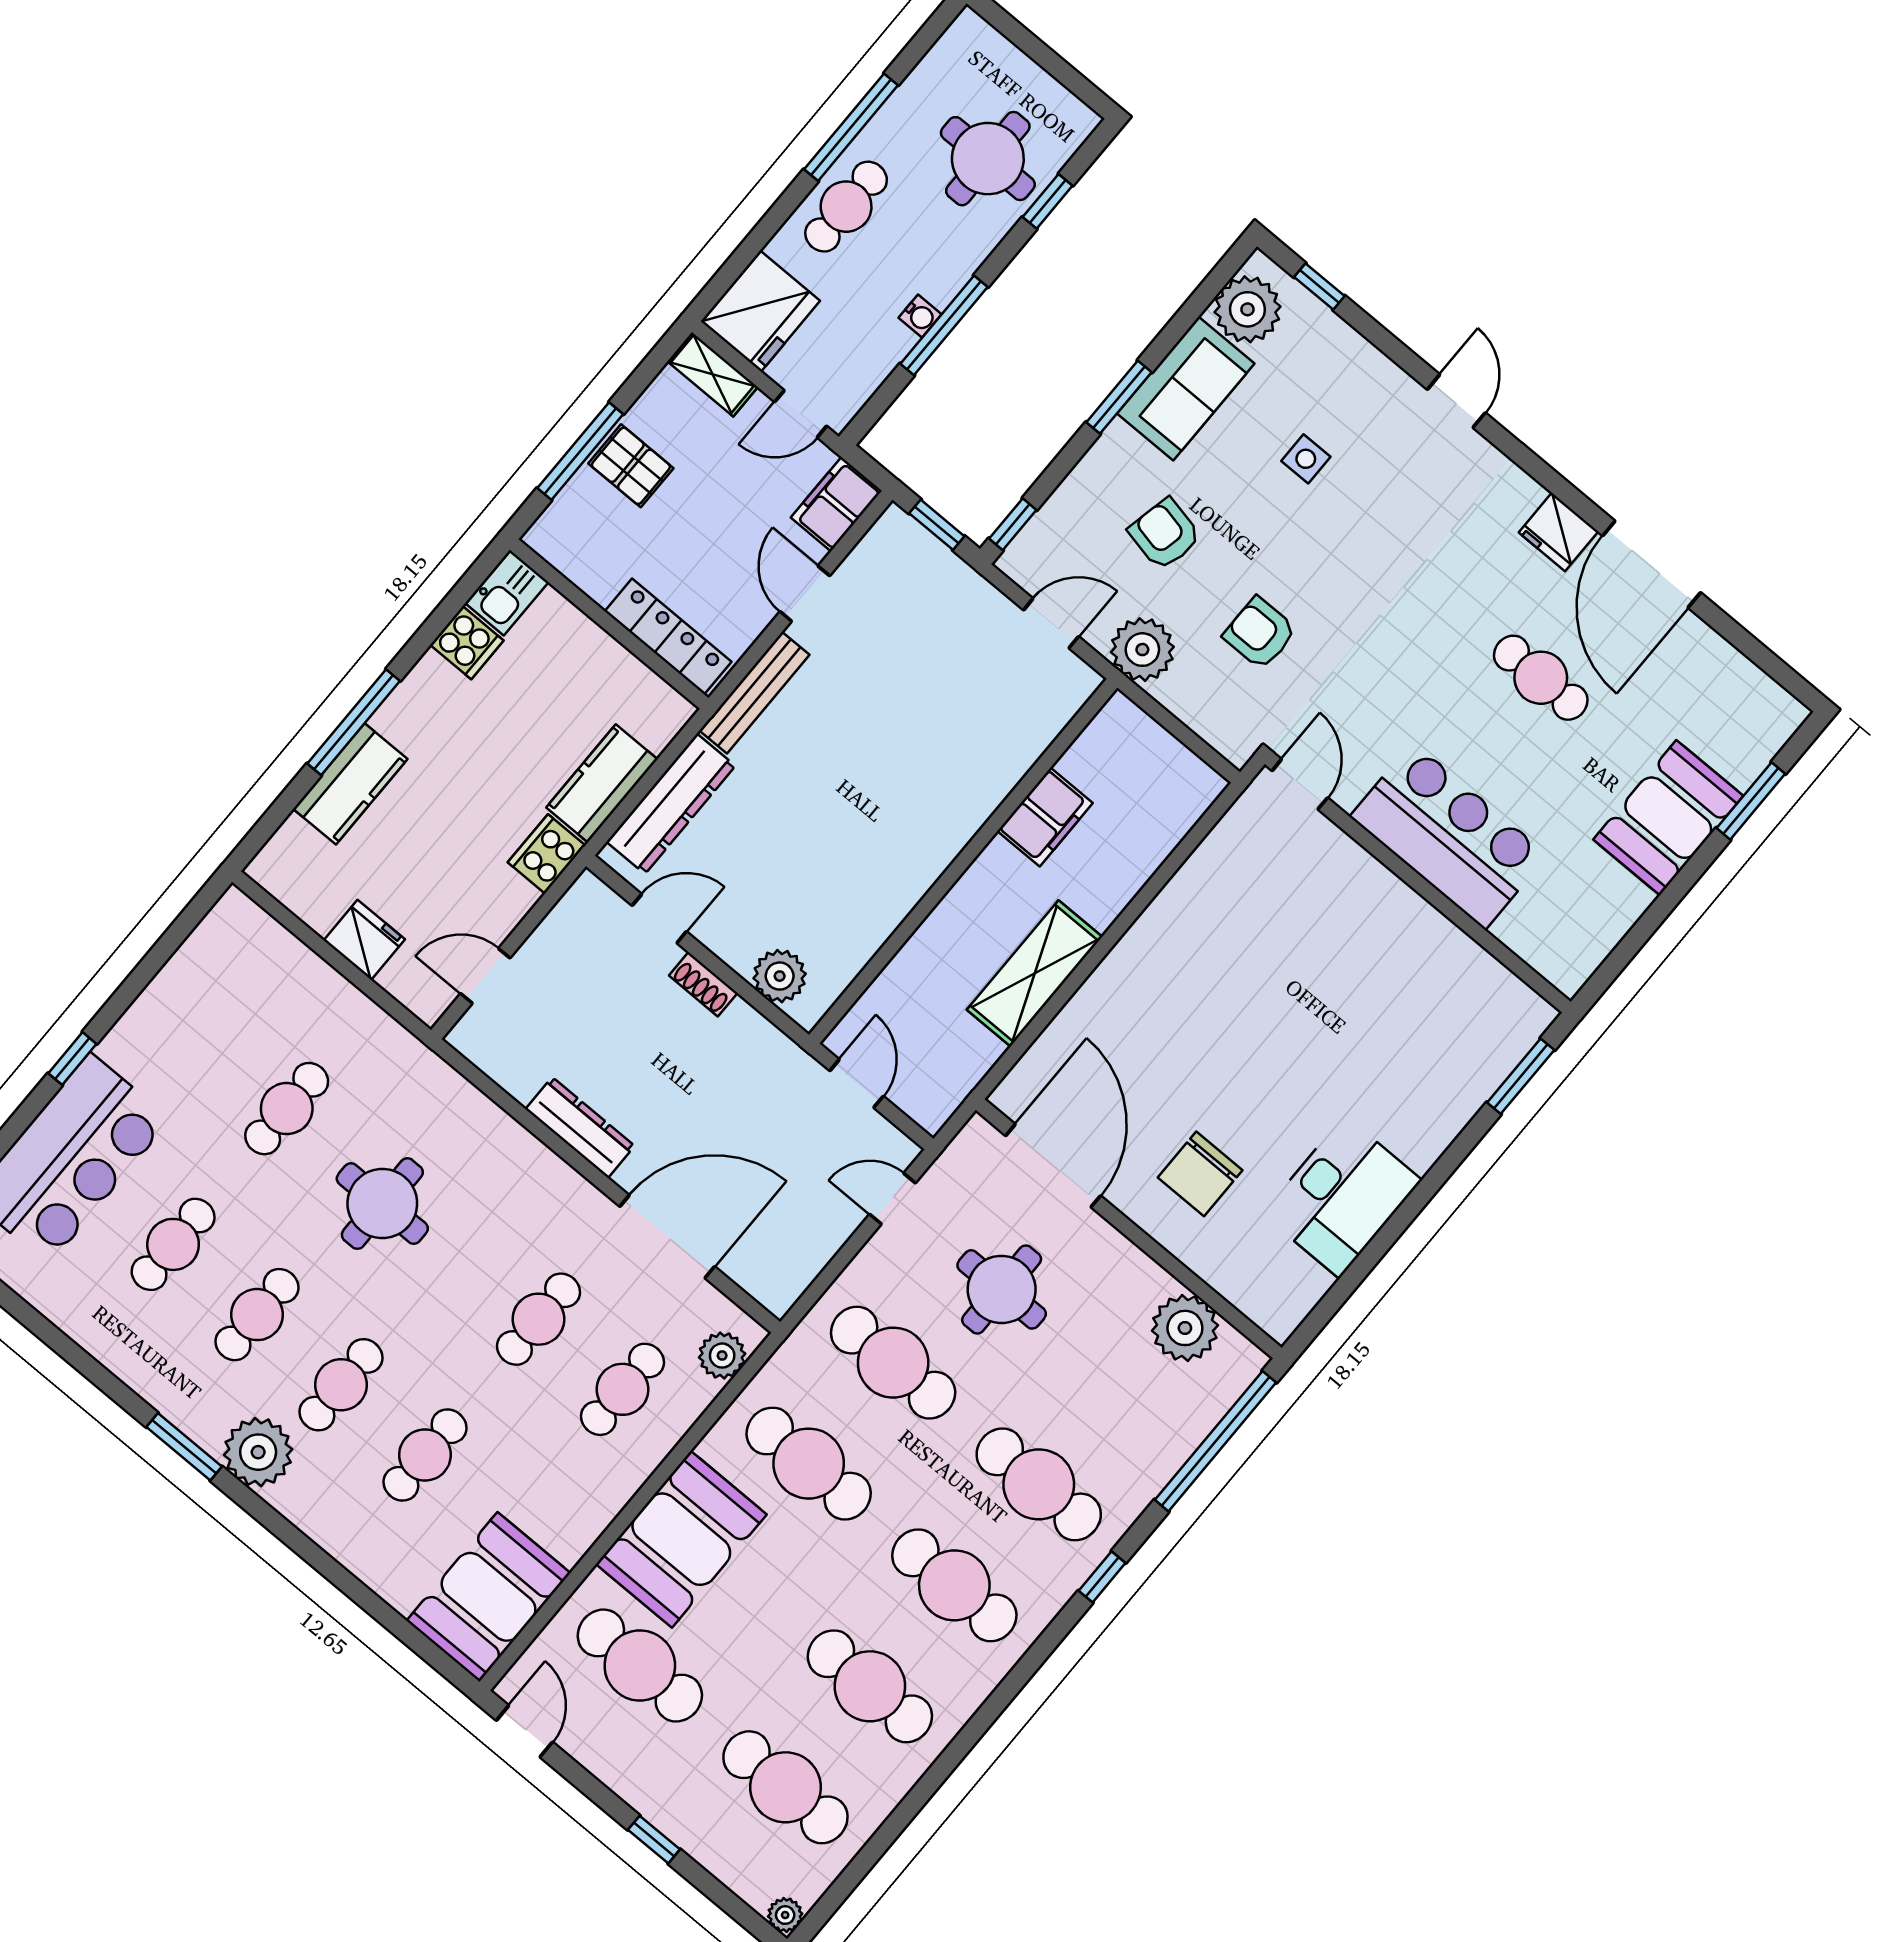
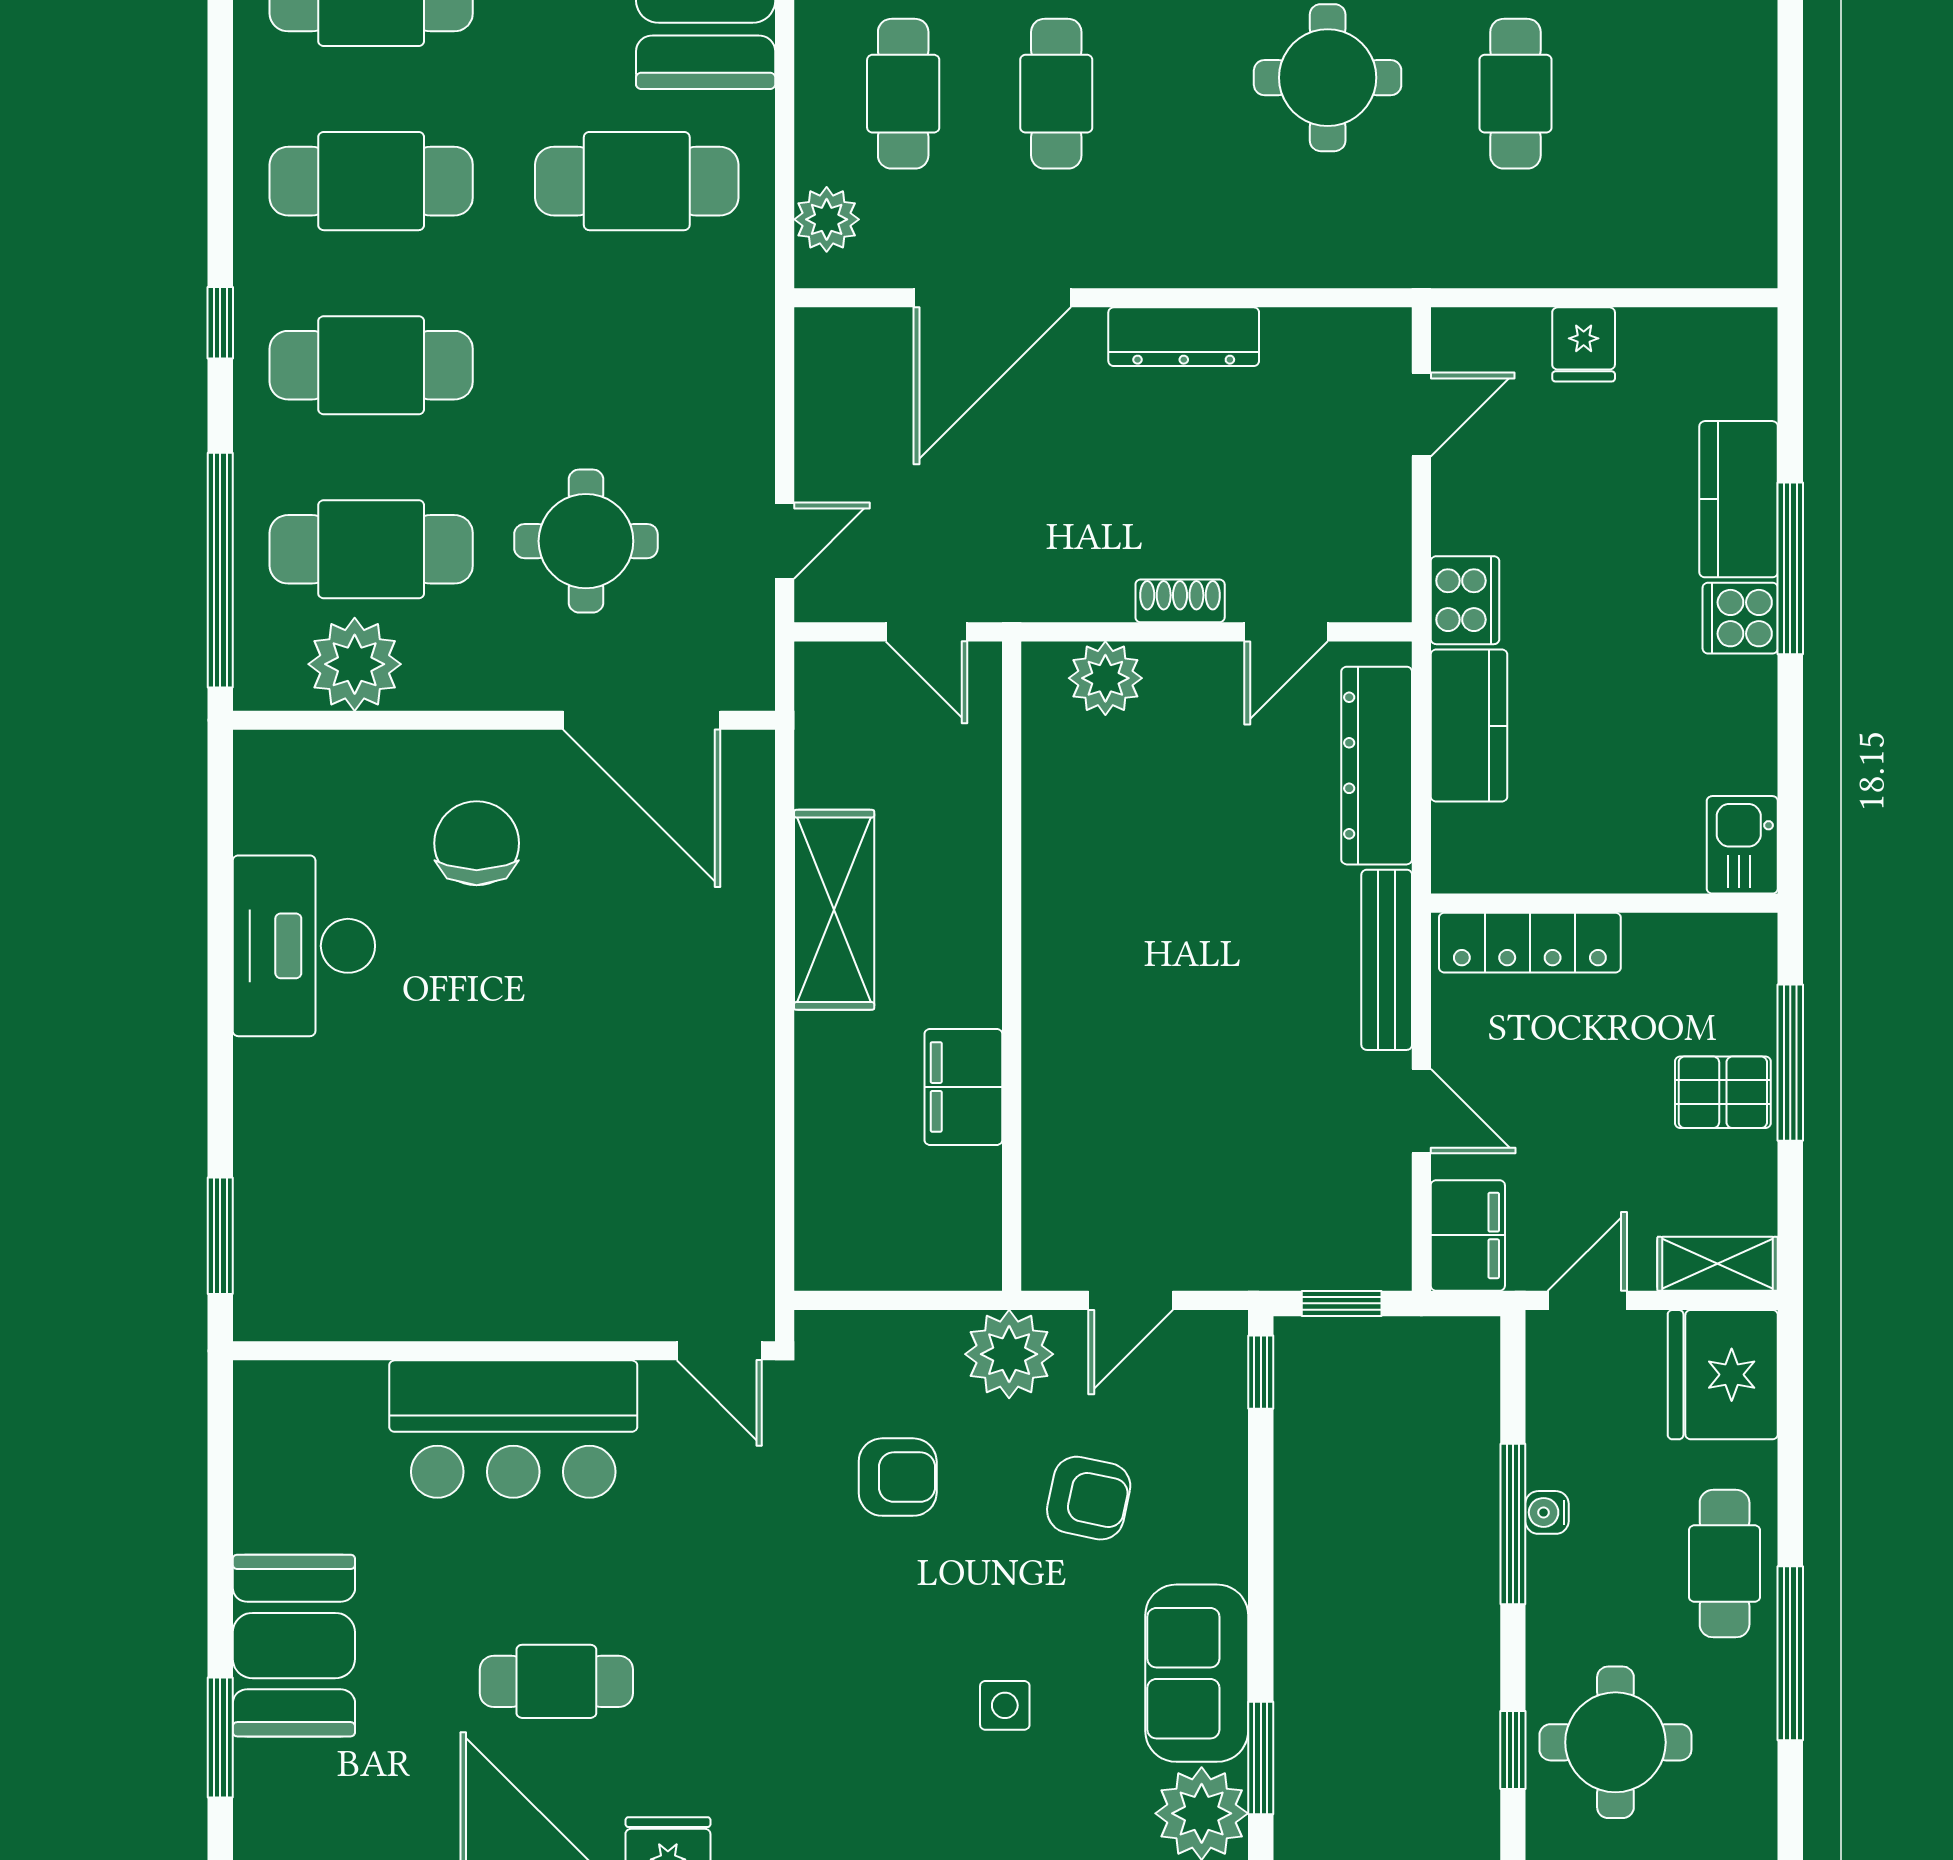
window: (1119, 397) -> (1261, 1758), moved
cooker: (467, 643) -> (1740, 618), moved
fridge: (364, 940) -> (1584, 344), width x0.72
cafe table: (893, 1363) -> (371, 549), moved

